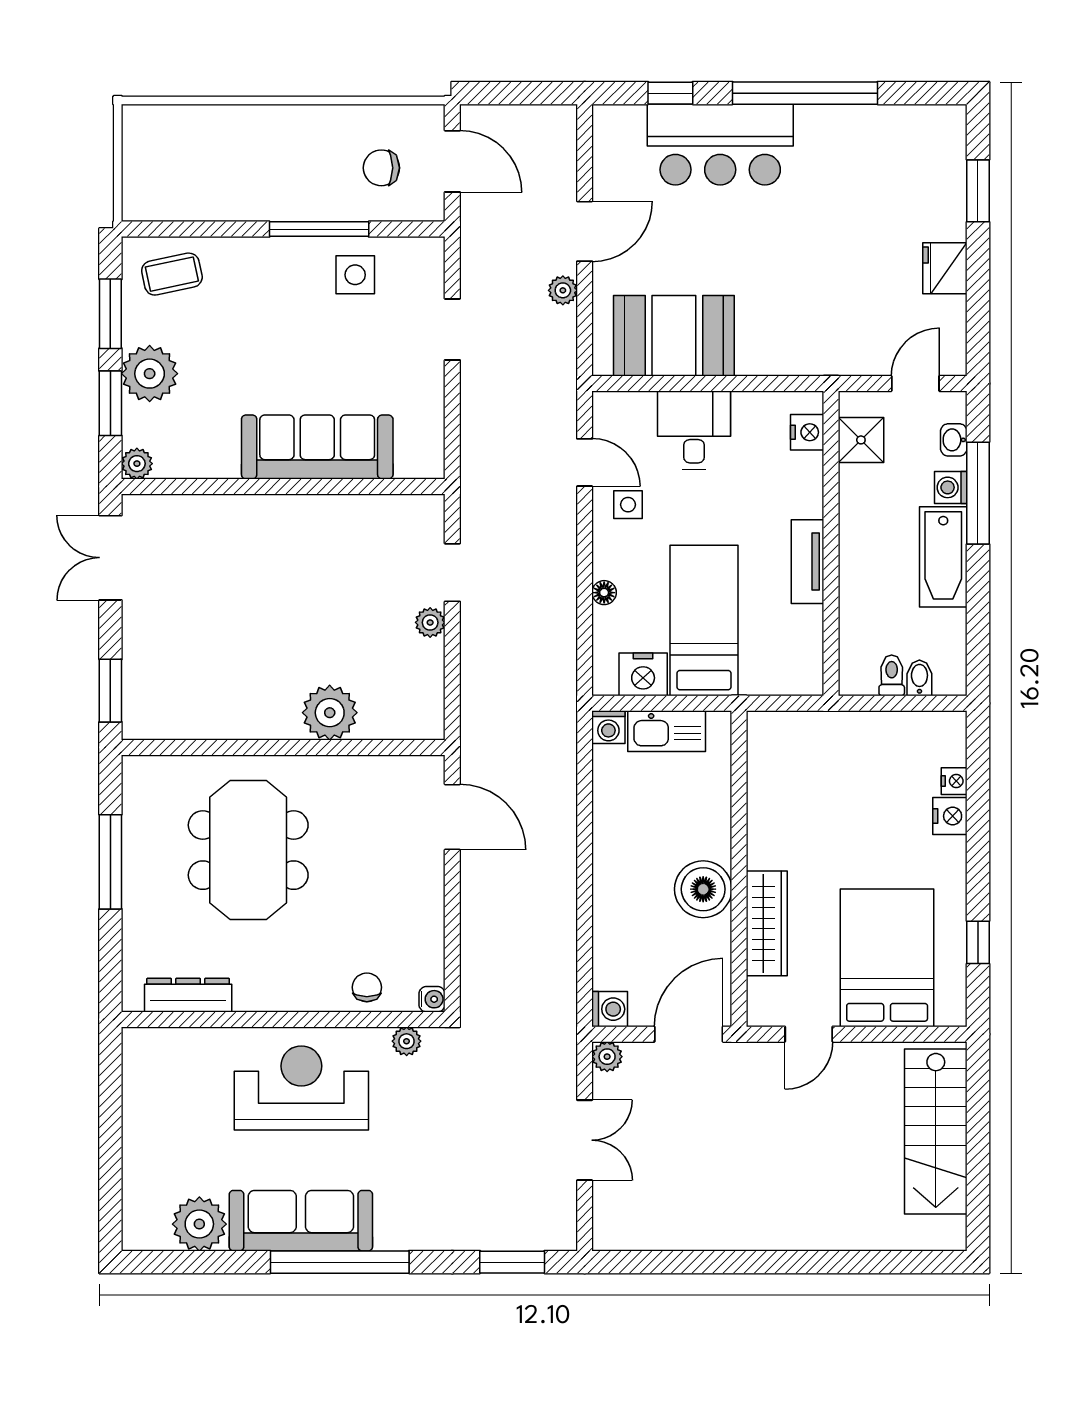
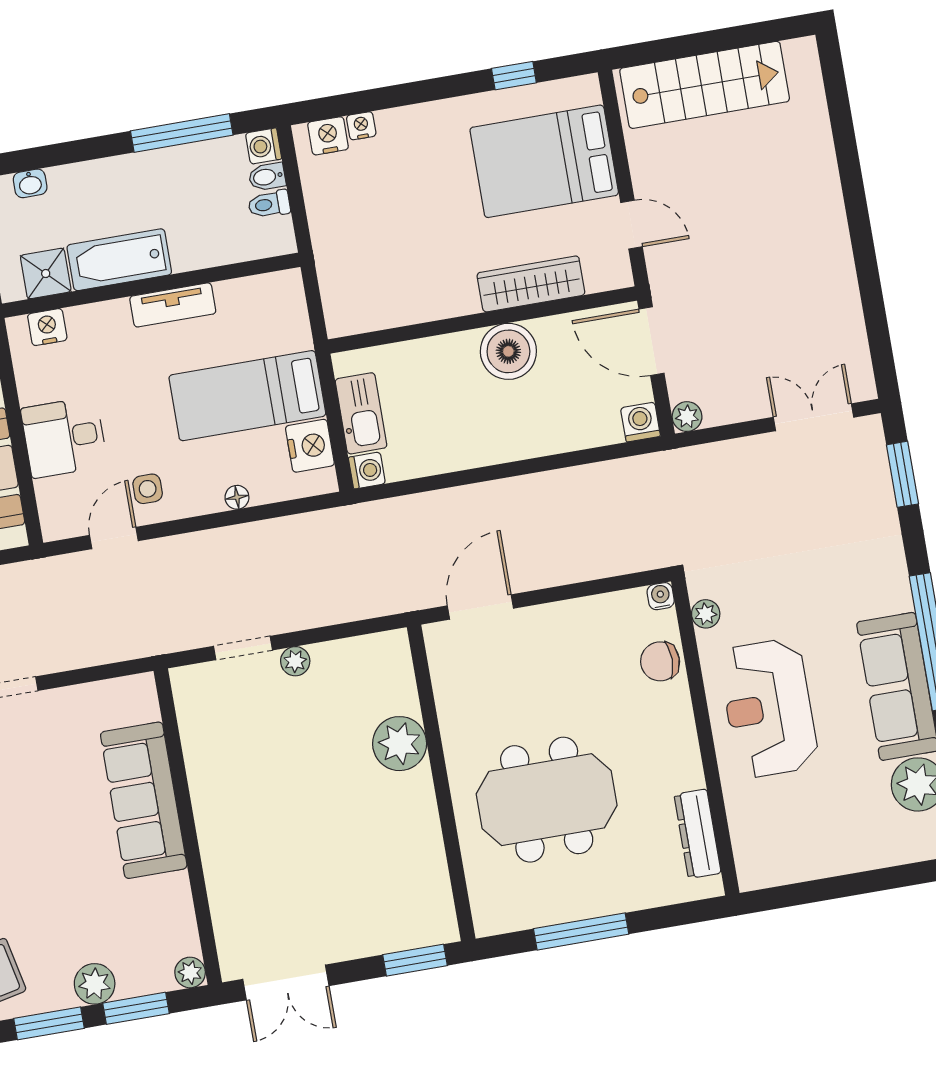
plant: (150, 374) -> (95, 984), width x0.73, depth x0.73
washing machine: (951, 487) -> (264, 146), moved, turned 90
window: (978, 493) -> (182, 133), moved
bathtub: (943, 557) -> (119, 260), moved, turned 180
nightstand: (950, 816) -> (328, 136), moved
chair: (367, 987) -> (660, 661), width x1.37, depth x1.37
double door: (585, 1140) -> (814, 417), moved

